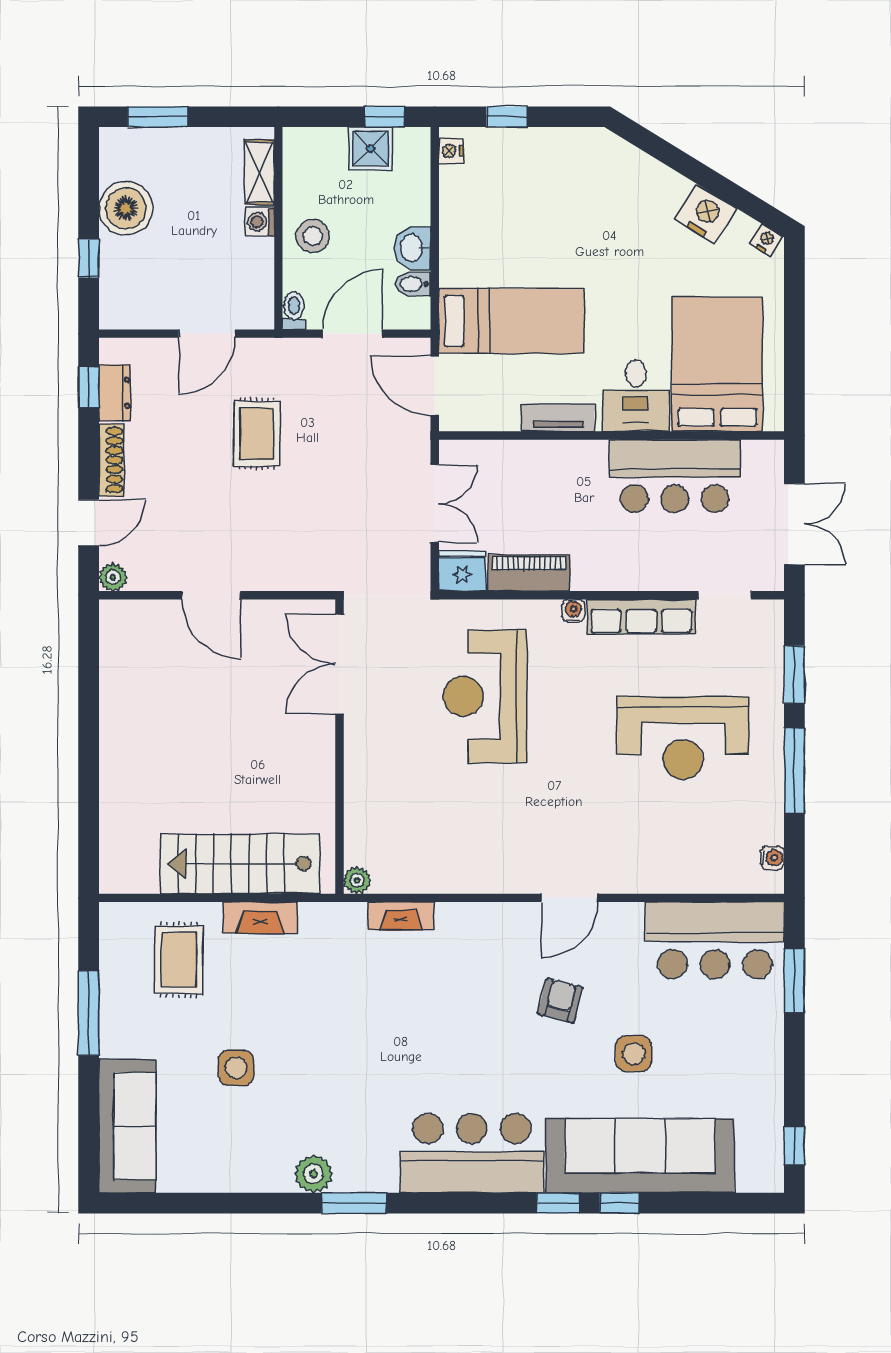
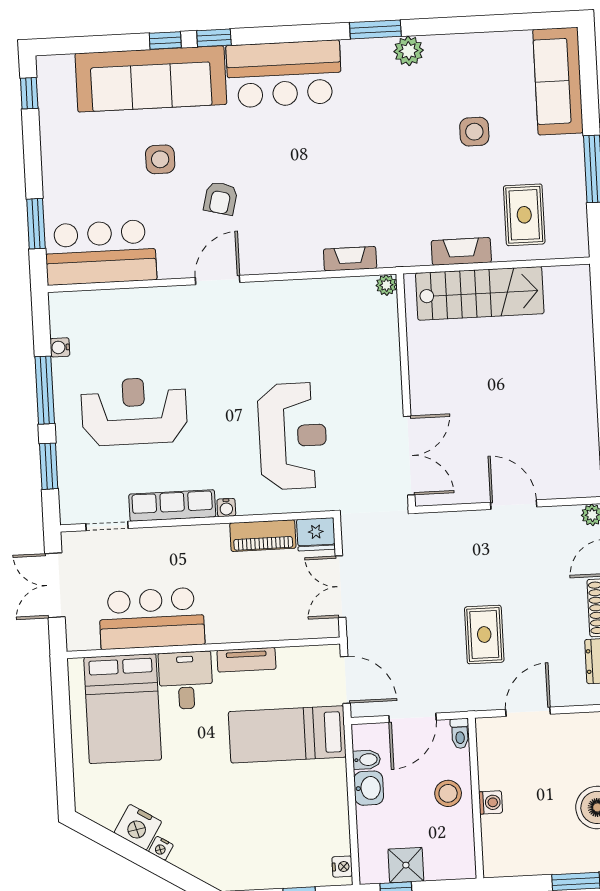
shelving: (260, 172) -> (493, 842), removed
nightstand: (766, 240) -> (161, 848), moved
water cooler: (772, 858) -> (60, 347), moved

